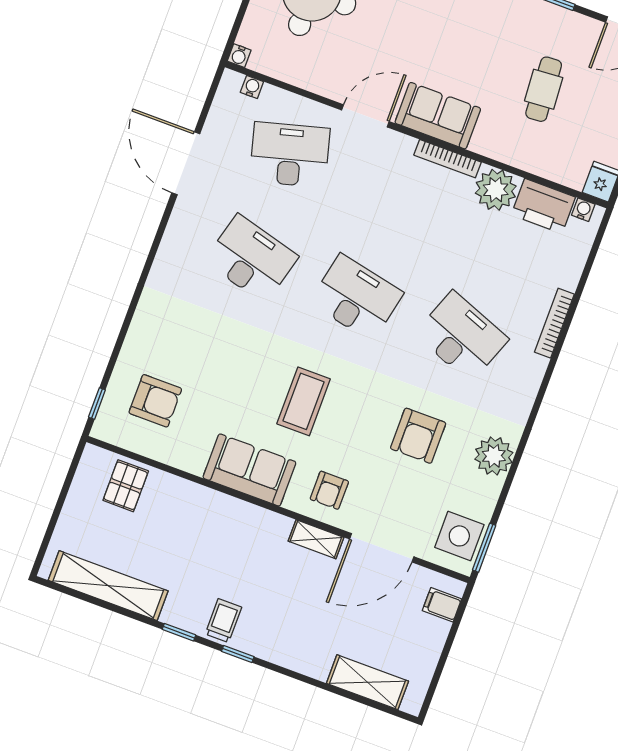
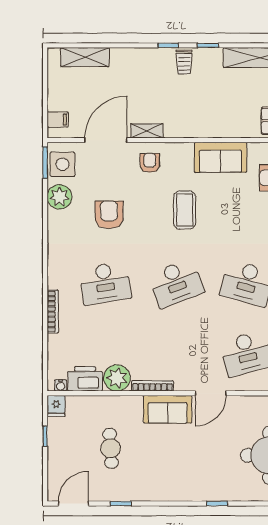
desk: (356, 298) -> (176, 283), turned -33
desk: (461, 337) -> (105, 283), turned -30
plant: (494, 456) -> (60, 197), moved
sofa: (249, 470) -> (221, 157), moved

